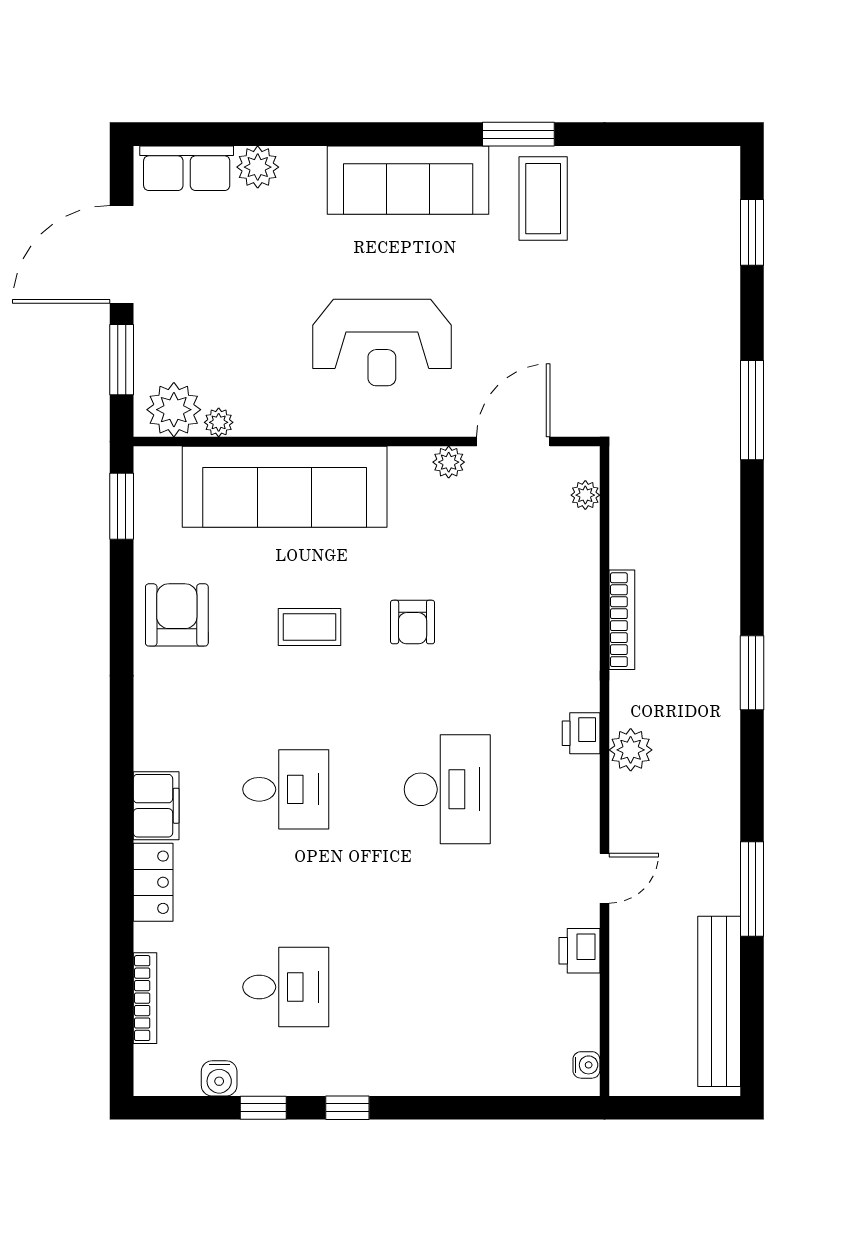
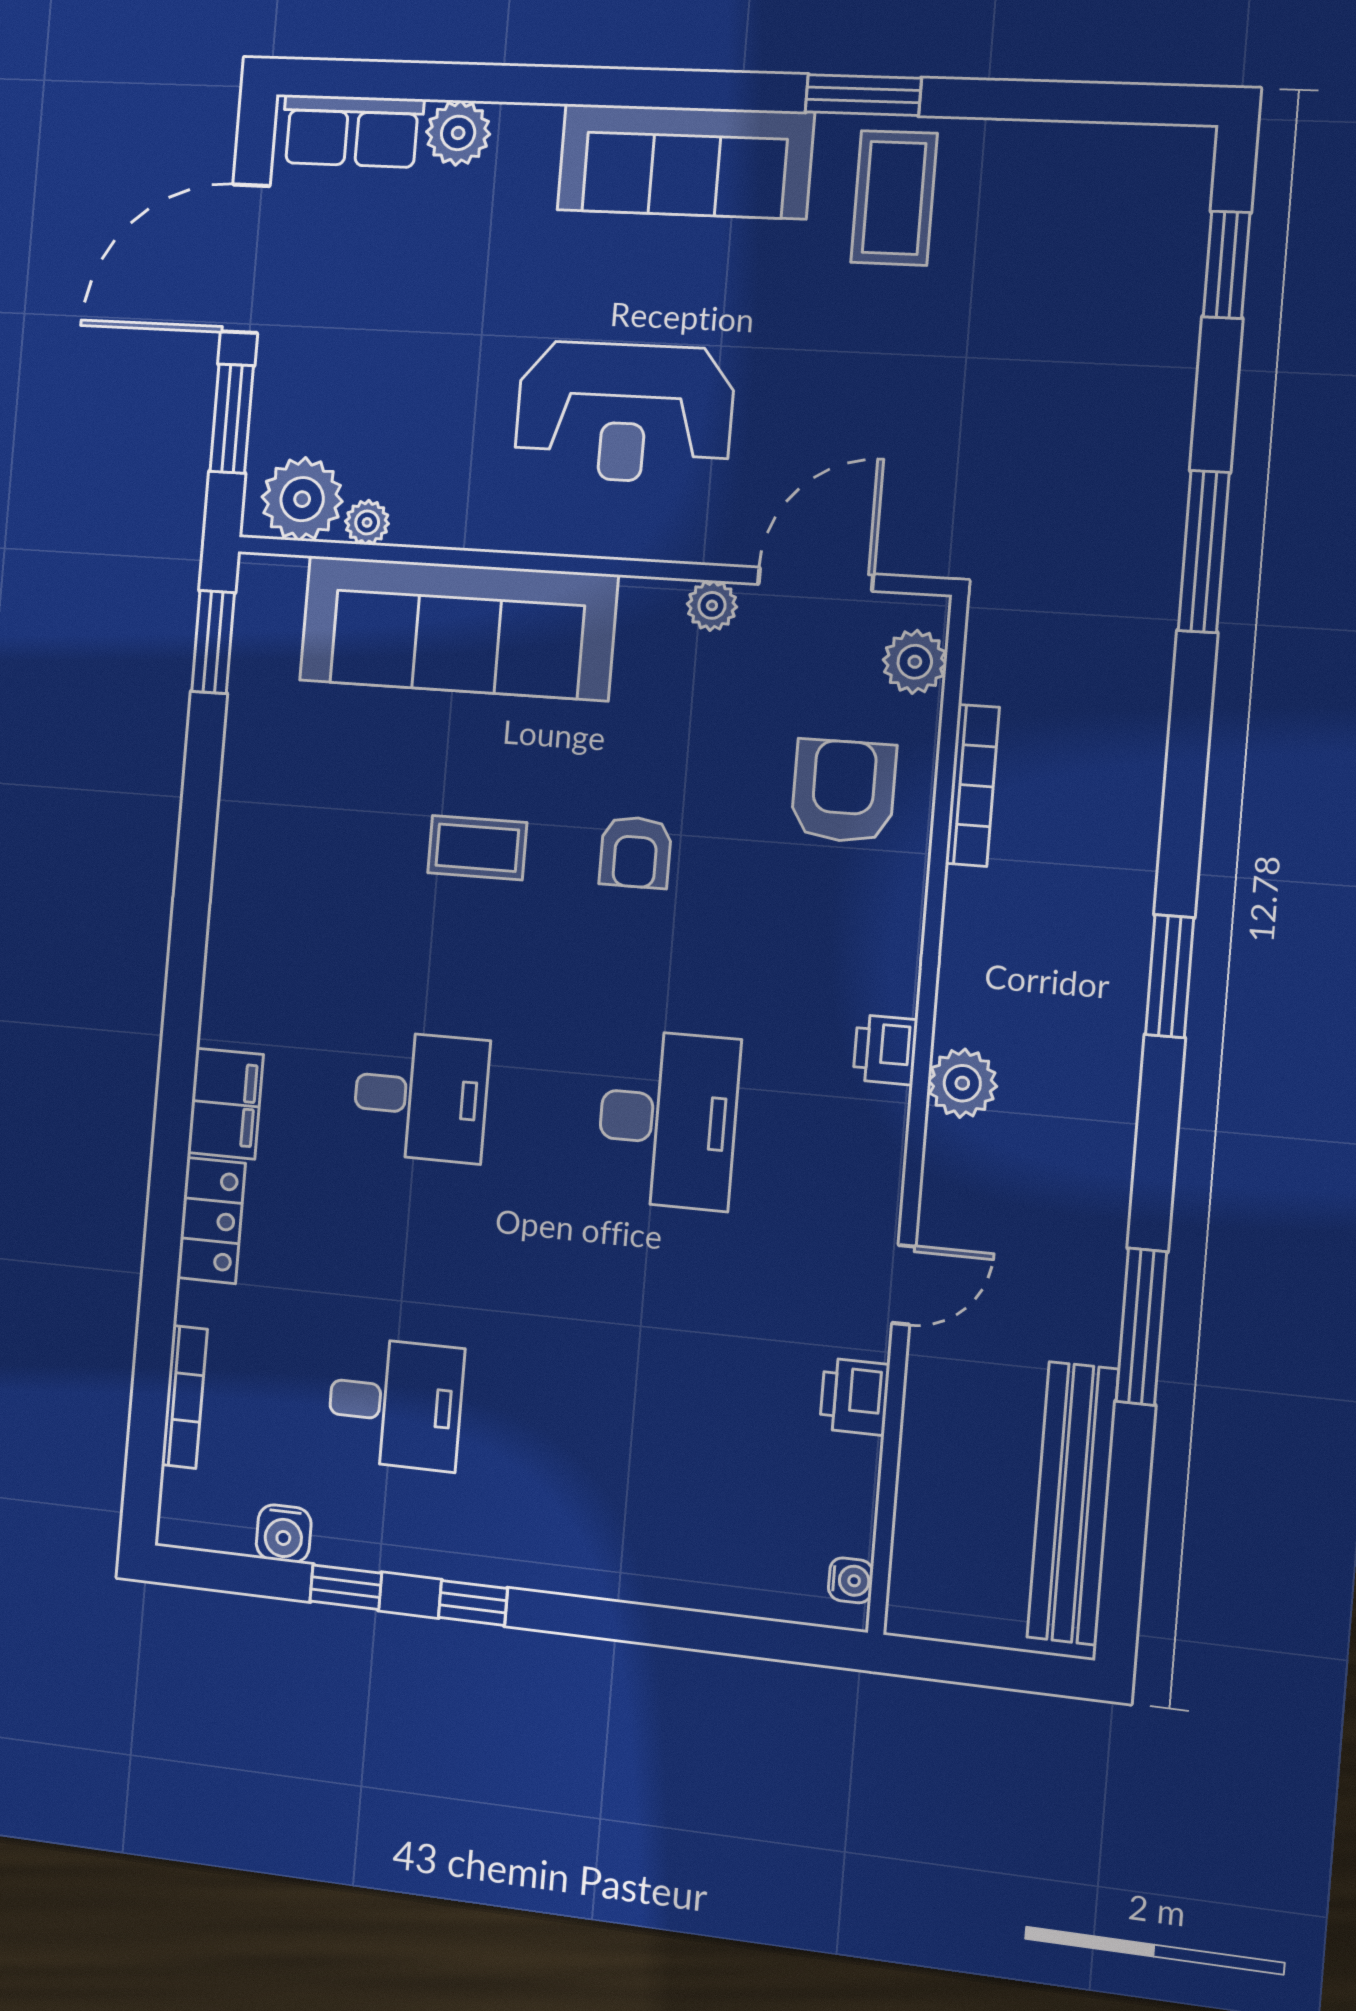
plant: (585, 495) -> (915, 662), width x1.38, depth x1.38
armchair: (177, 615) -> (843, 791), moved
bookcase: (622, 620) -> (972, 785), moved

